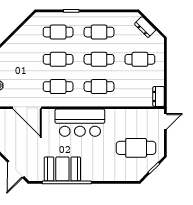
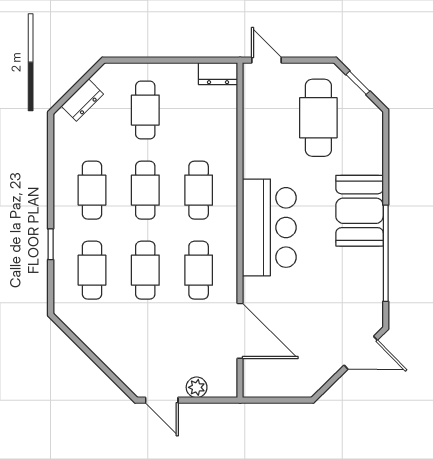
door: (27, 108) -> (240, 331), hinge flipped
booth: (62, 169) -> (360, 211), moved

